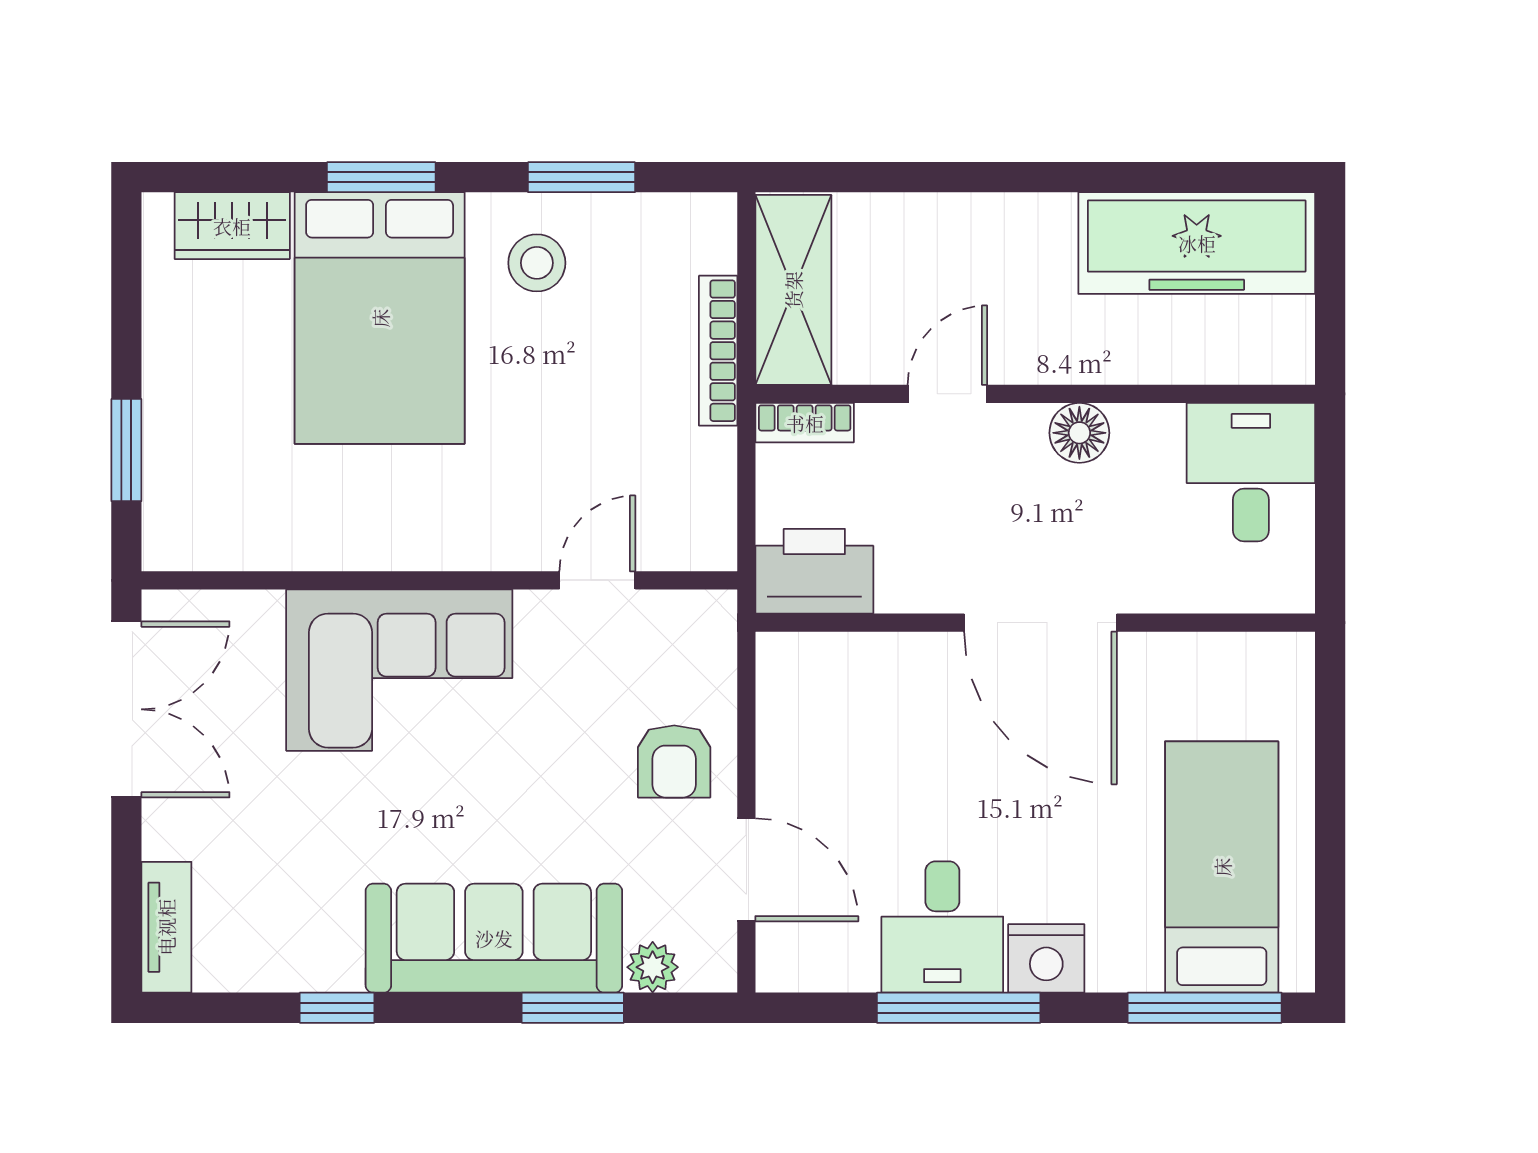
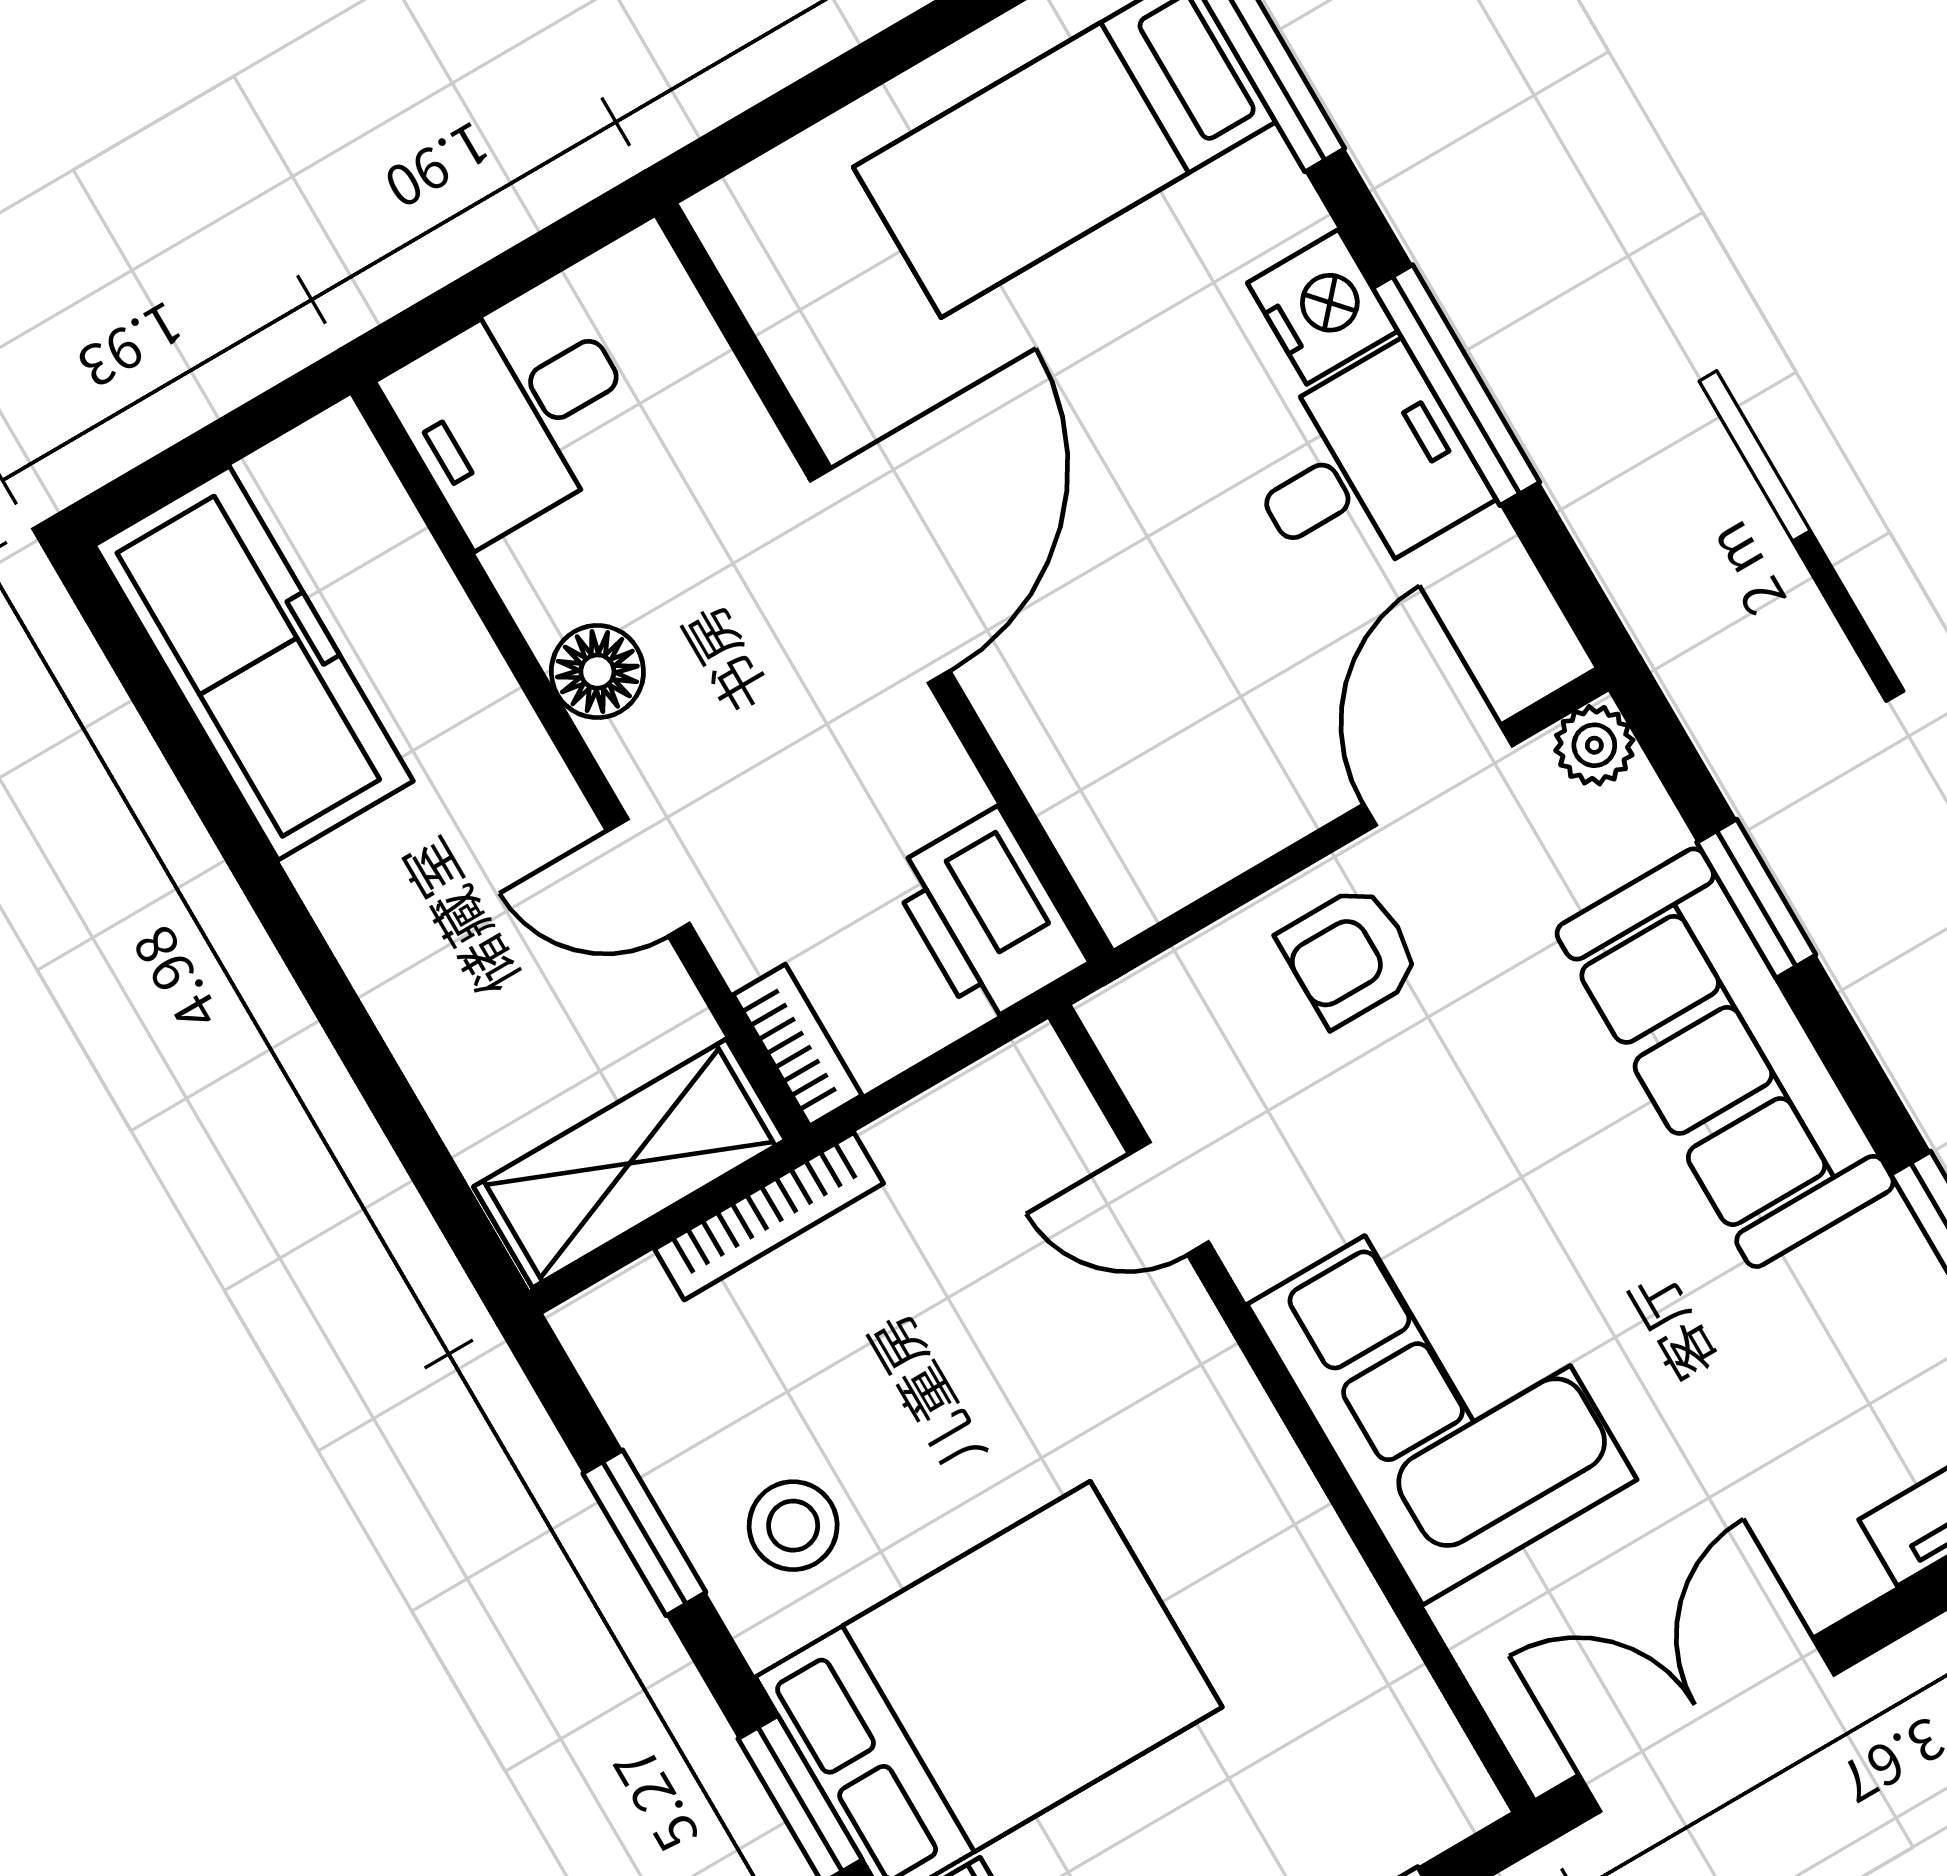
armchair: (674, 761) -> (1350, 955), turned 180
plant: (653, 967) -> (1594, 745), moved

